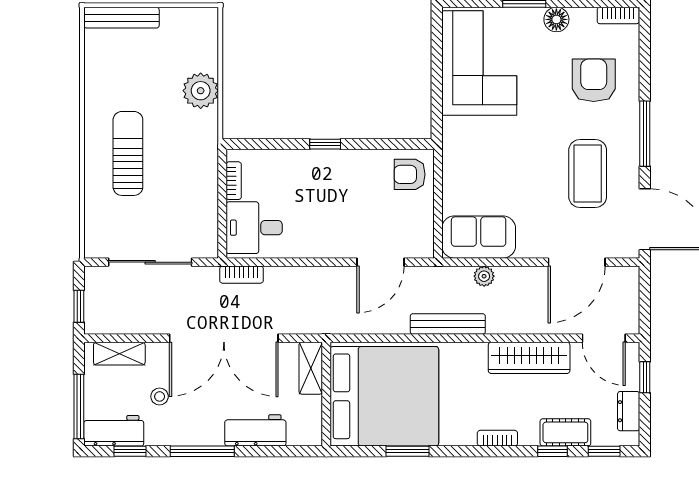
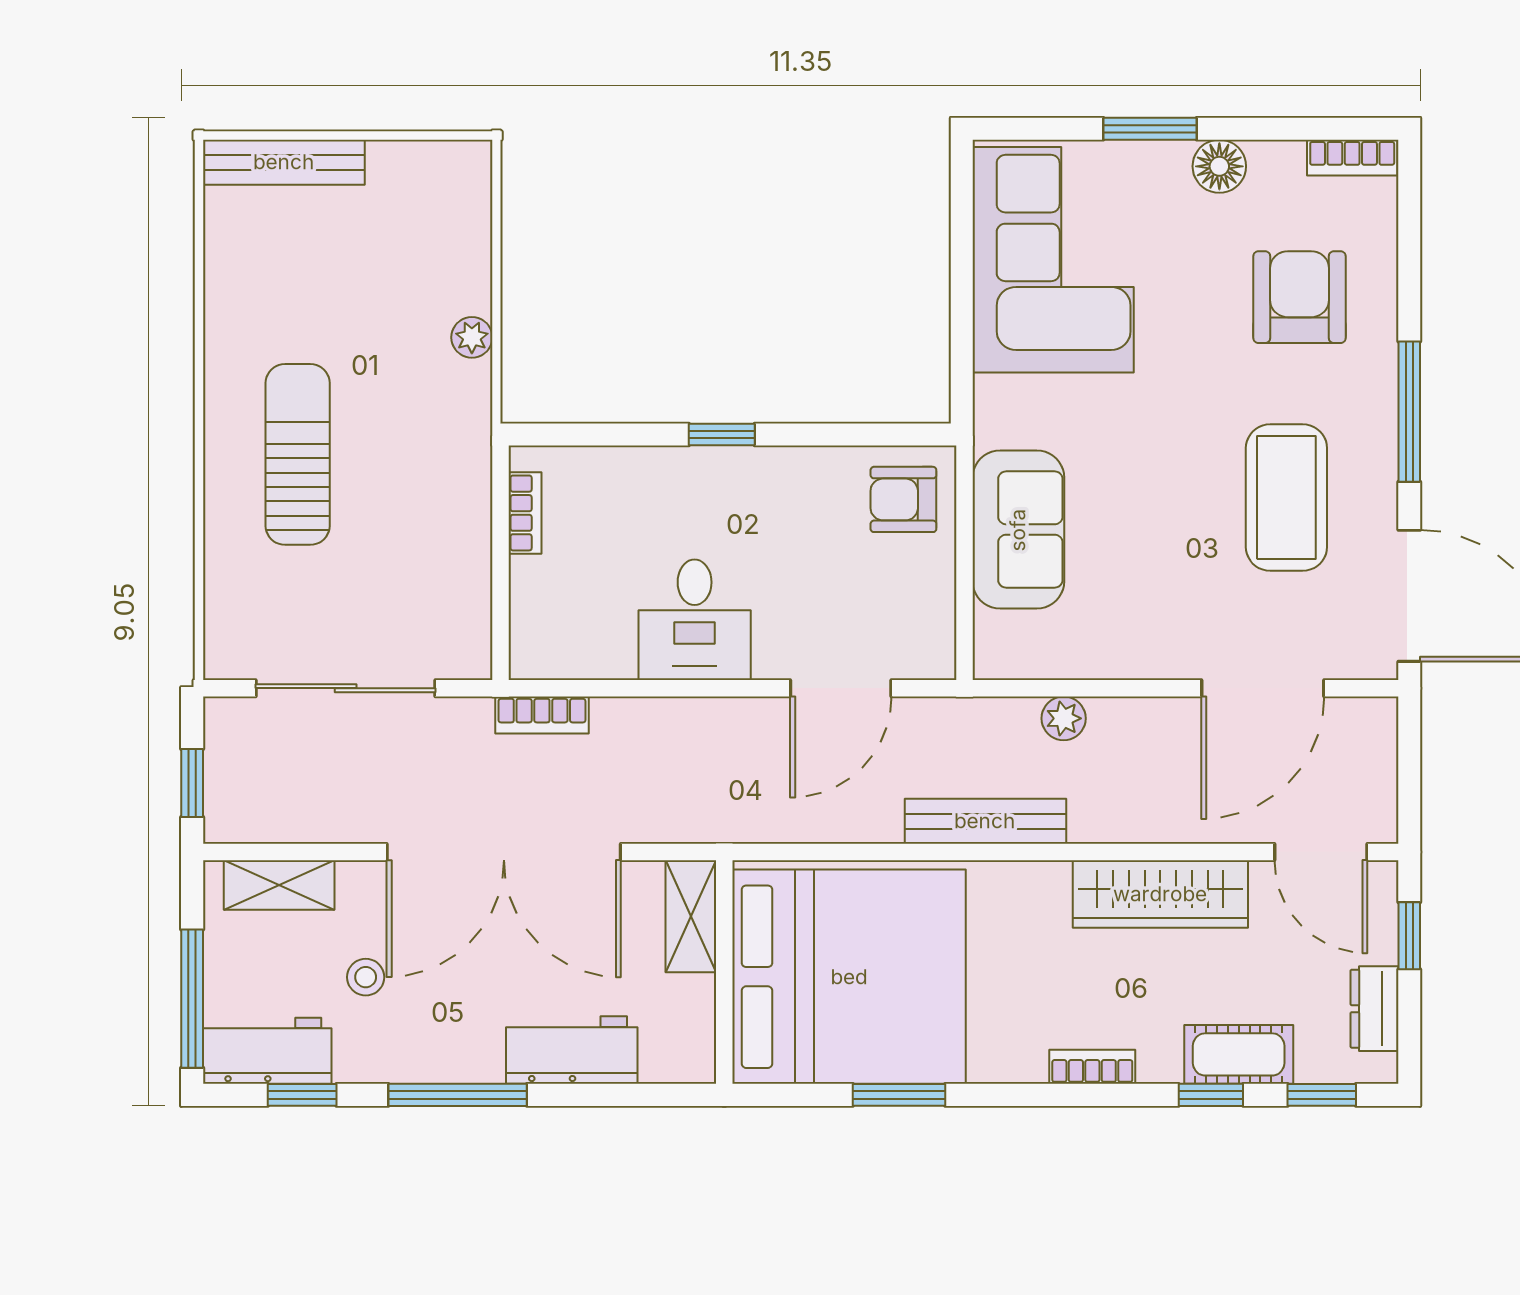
plant: (201, 91) -> (472, 337), width x0.53, depth x0.53
desk: (254, 228) -> (695, 620), moved, turned -90
sofa: (479, 237) -> (1018, 530), moved, turned 90

